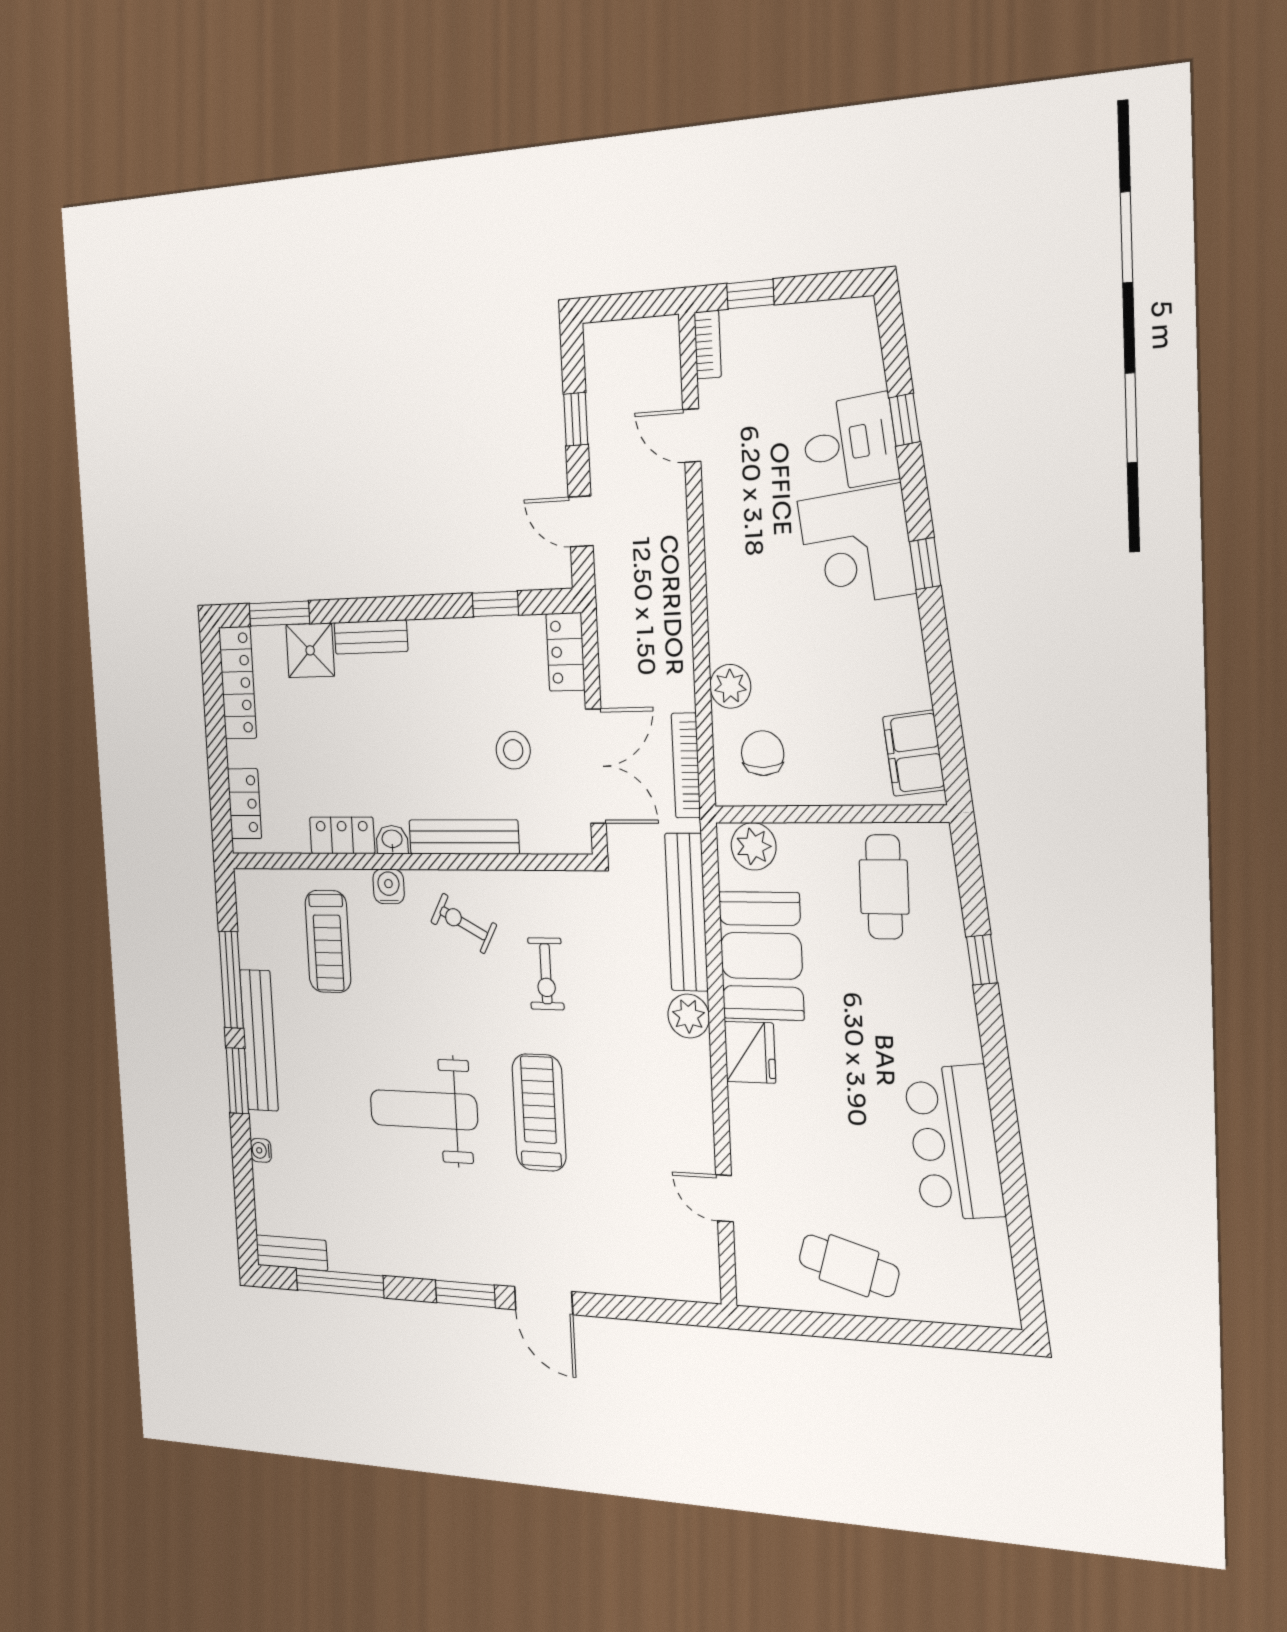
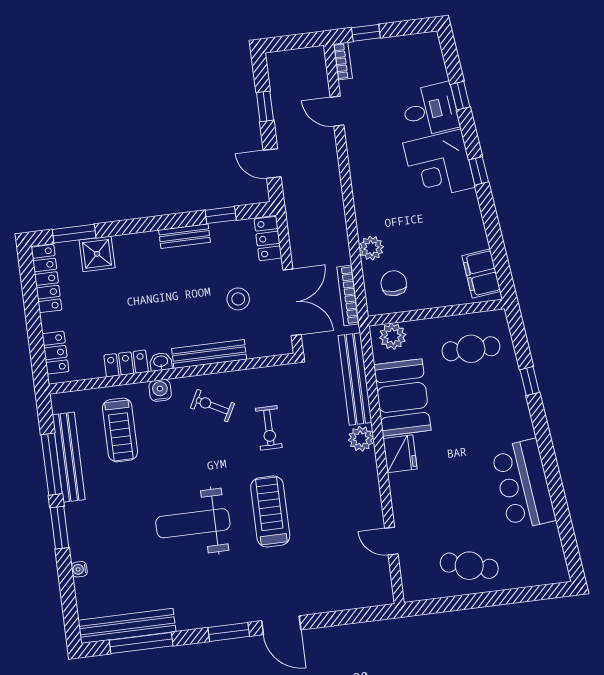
bench: (371, 637) -> (185, 236), moved
cafe table: (884, 887) -> (471, 349), turned 90
bench: (259, 1040) -> (69, 457), moved
bench: (292, 1253) -> (127, 626), width x1.86, depth x1.21

